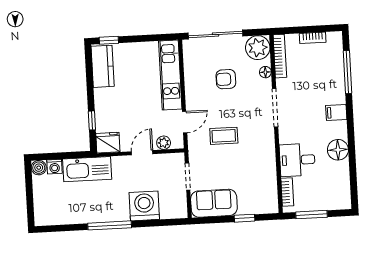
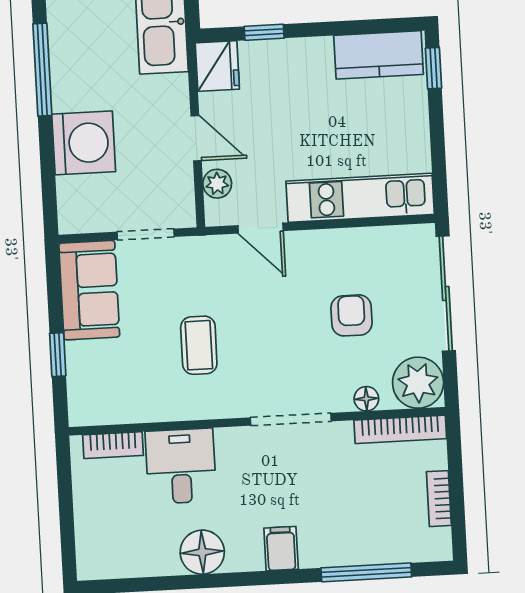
coffee table: (224, 136) -> (199, 345), moved
window: (311, 215) -> (65, 496), removed

